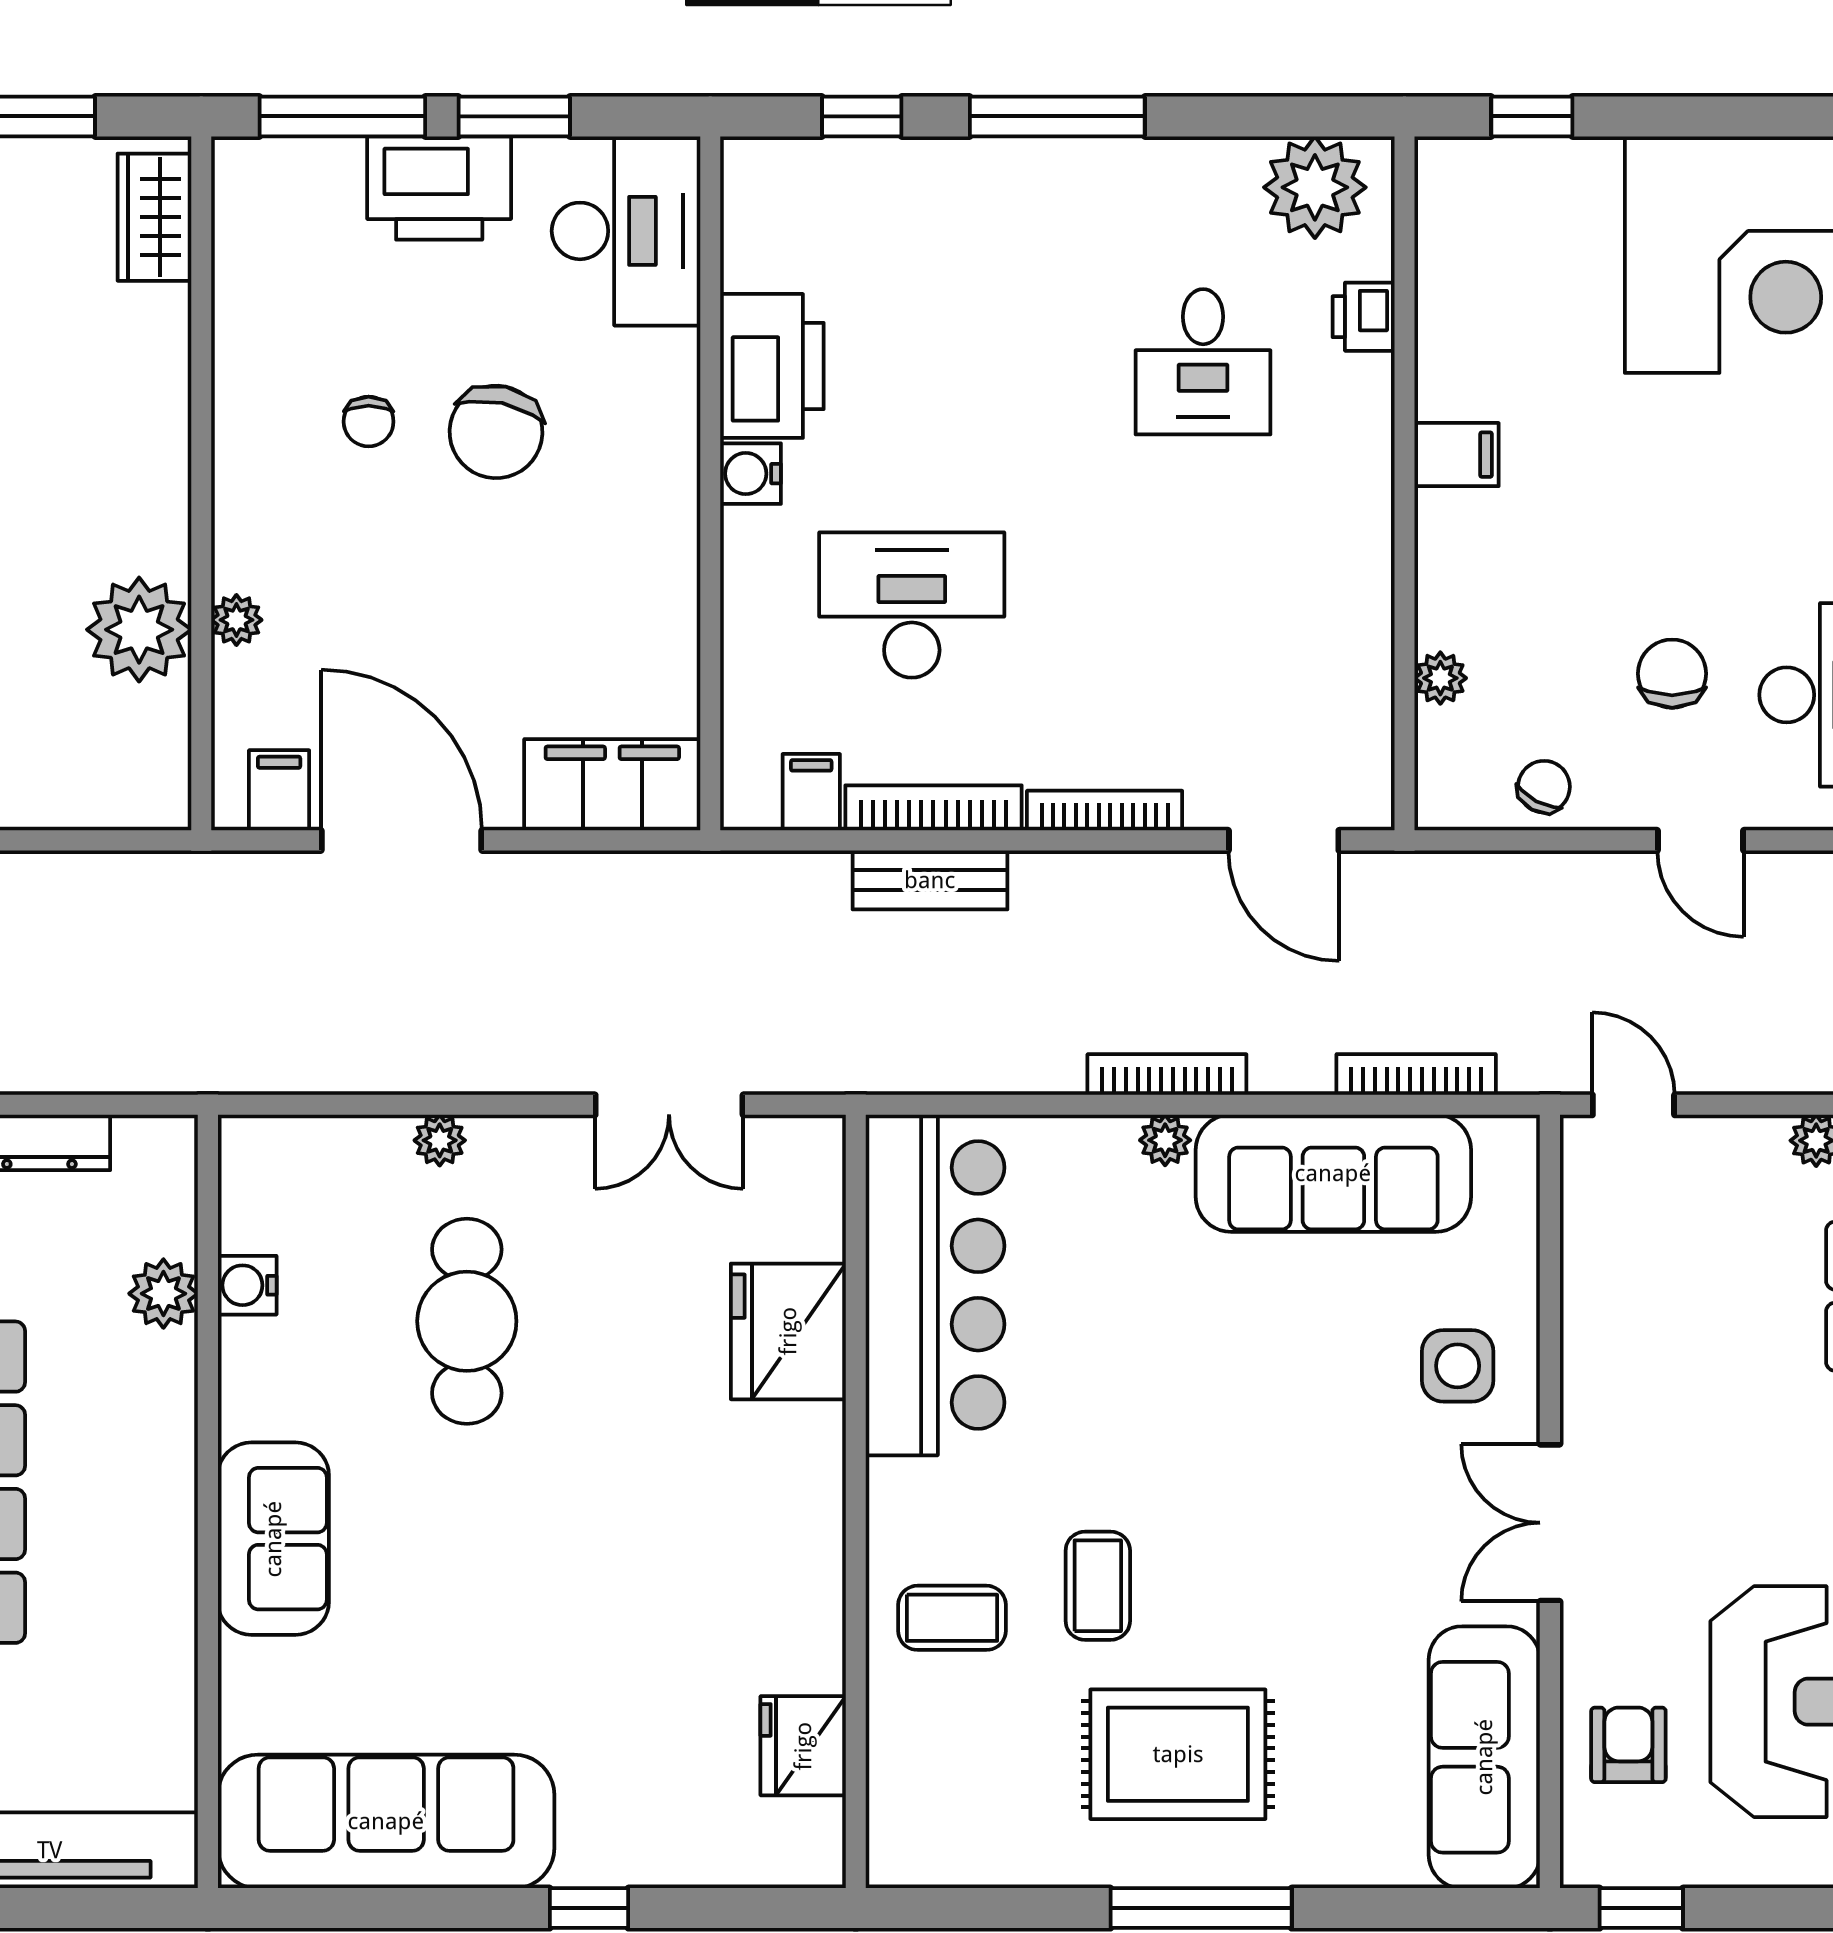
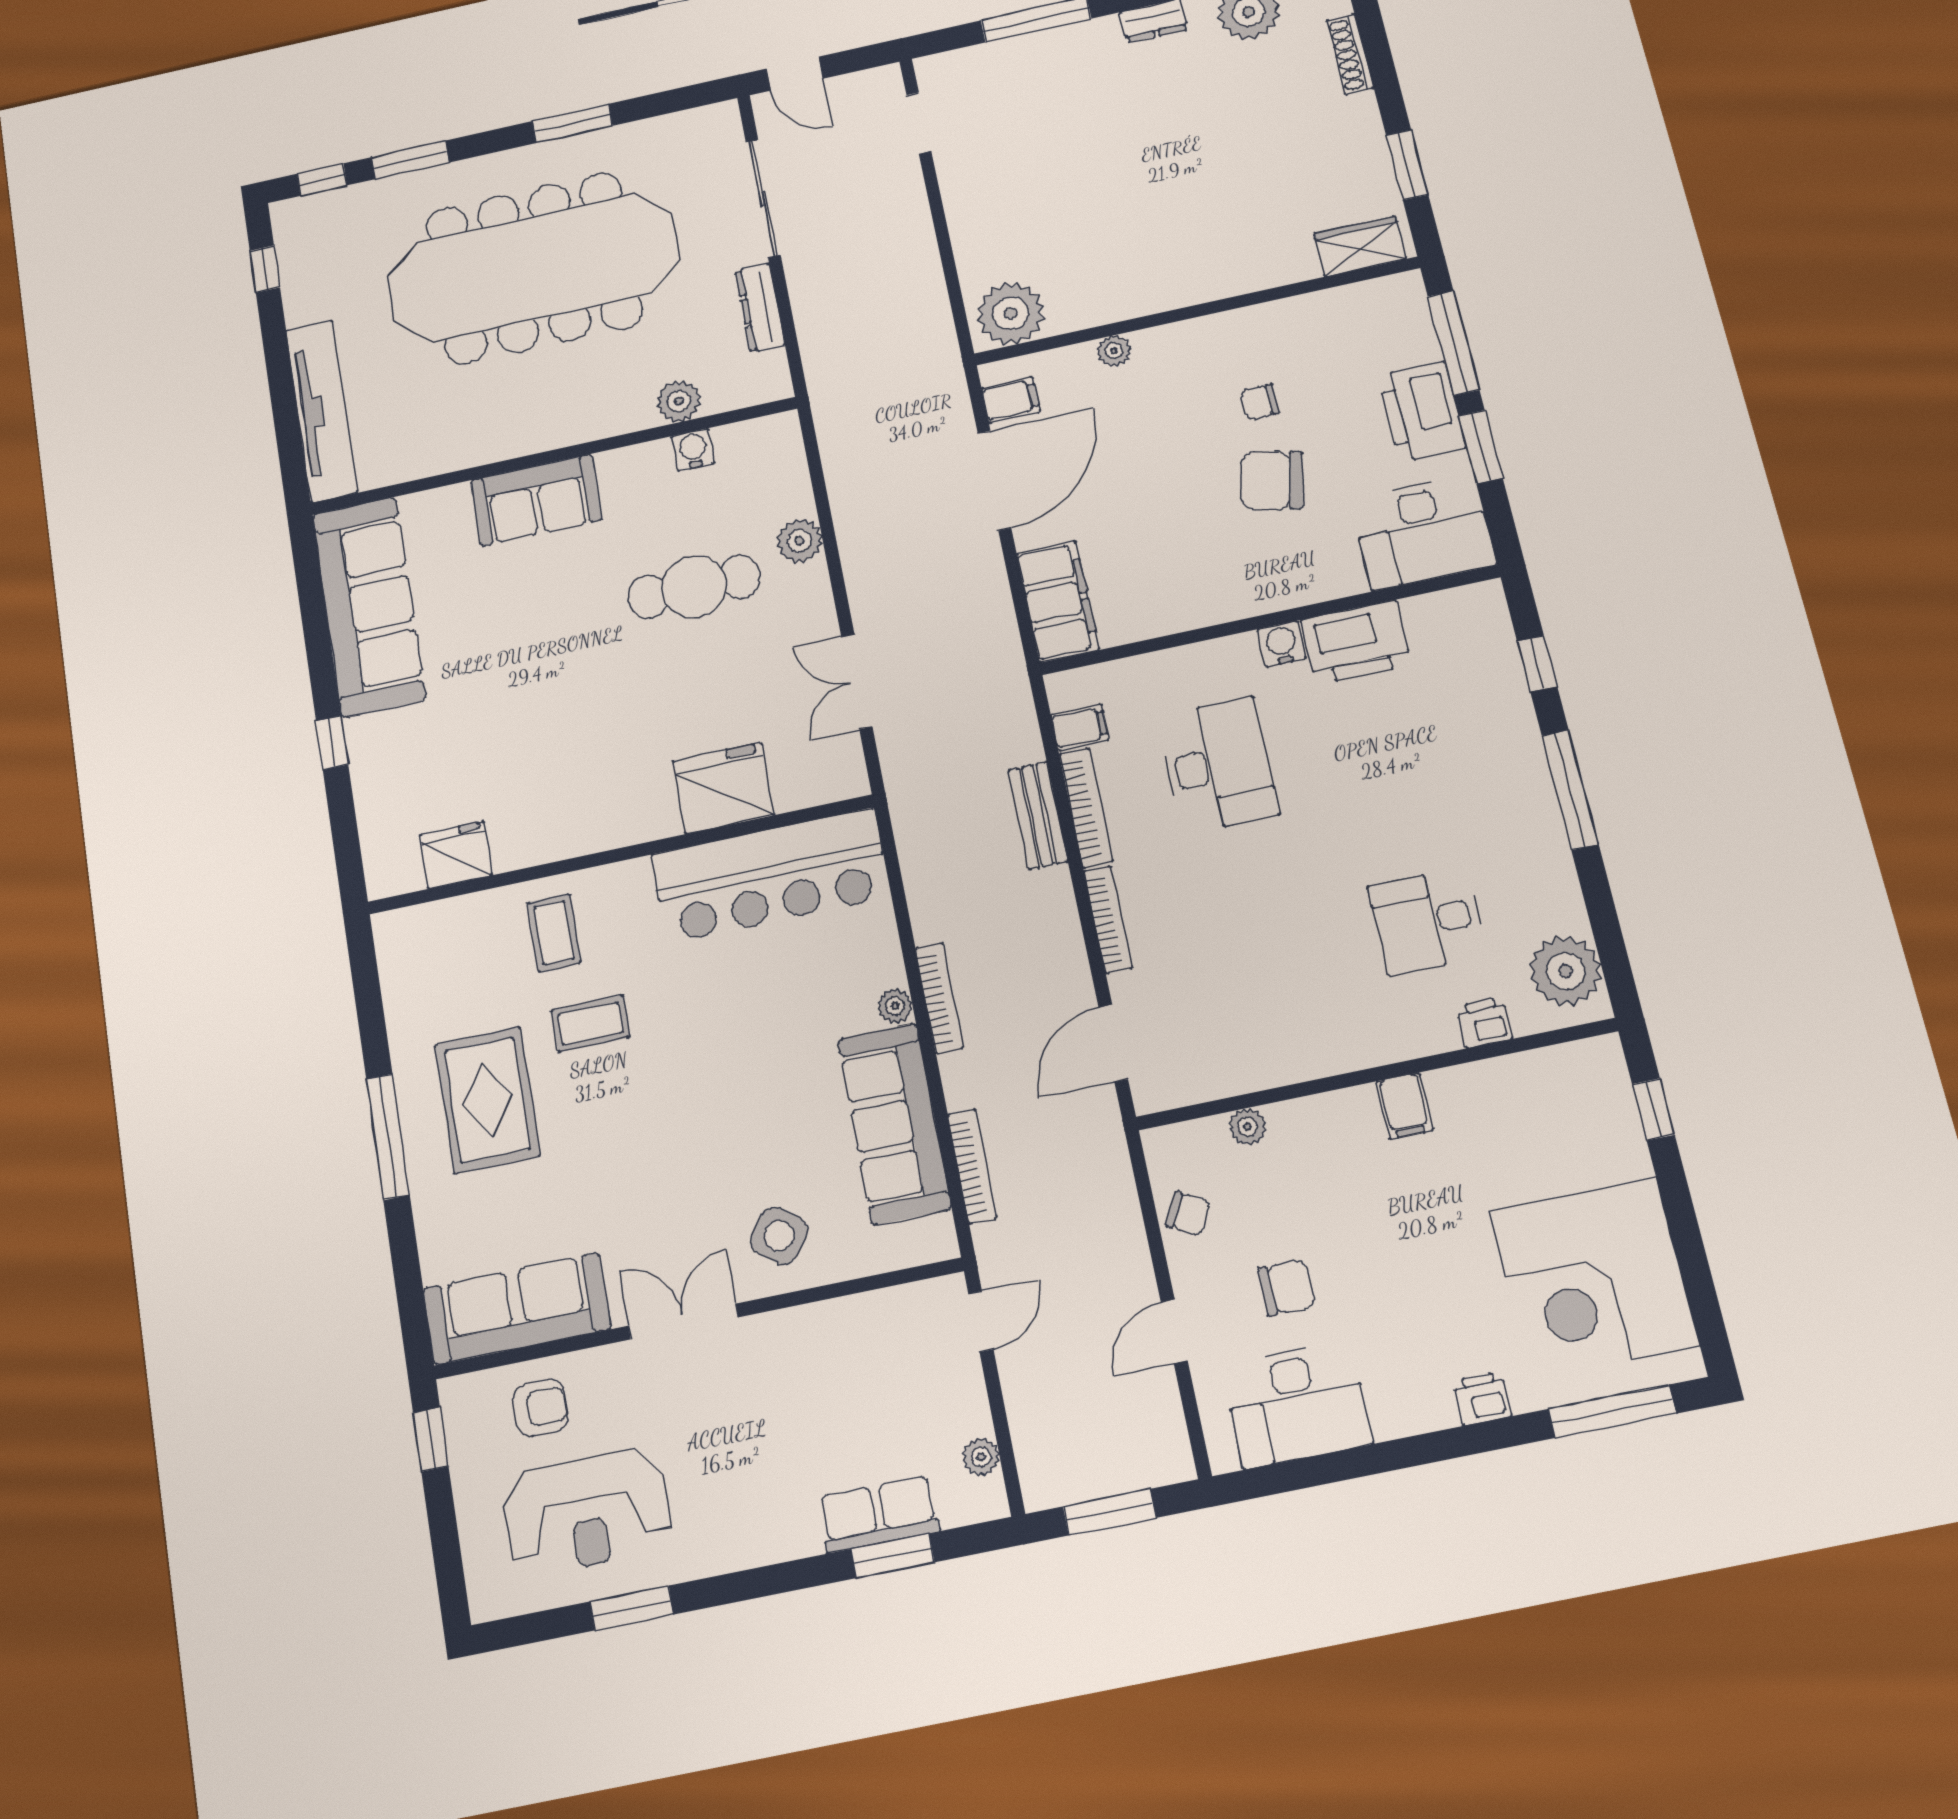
plant: (139, 630) -> (1011, 313), moved
plant: (440, 1140) -> (799, 541), width x1.38, depth x1.38
side table: (1458, 1366) -> (779, 1236), turned 38

